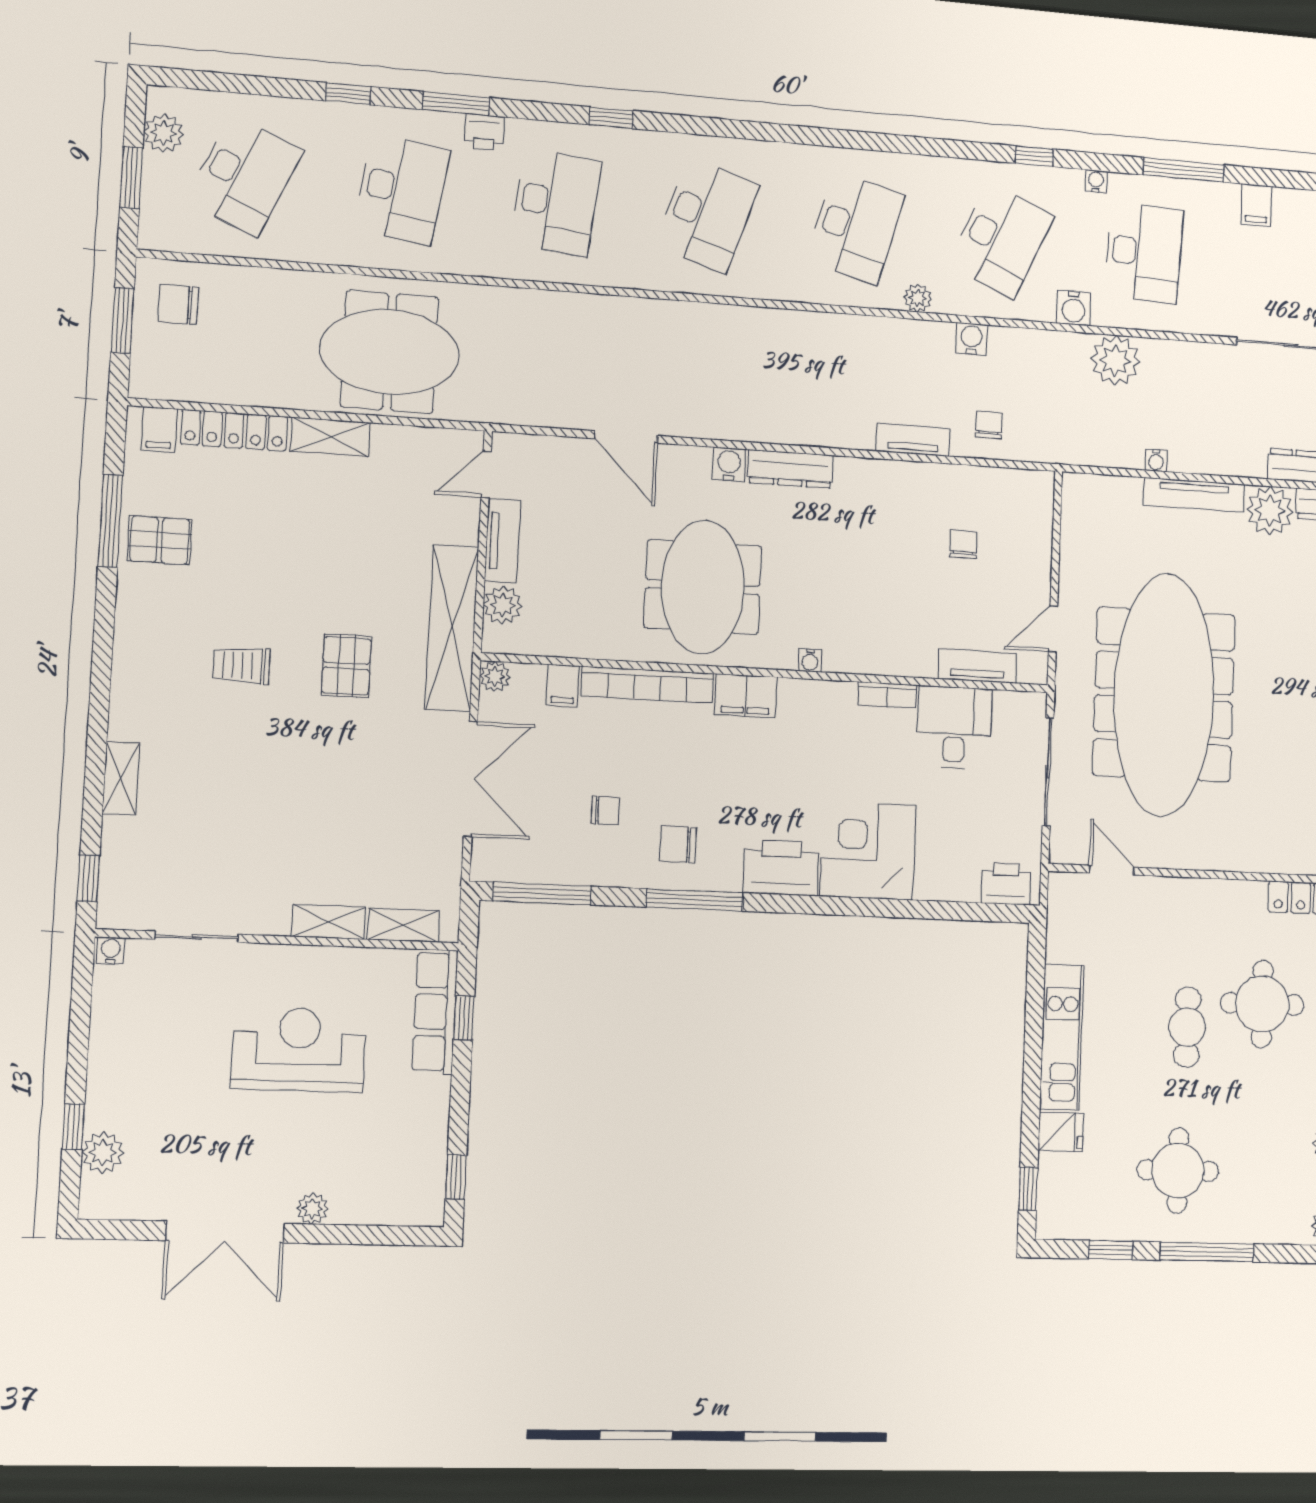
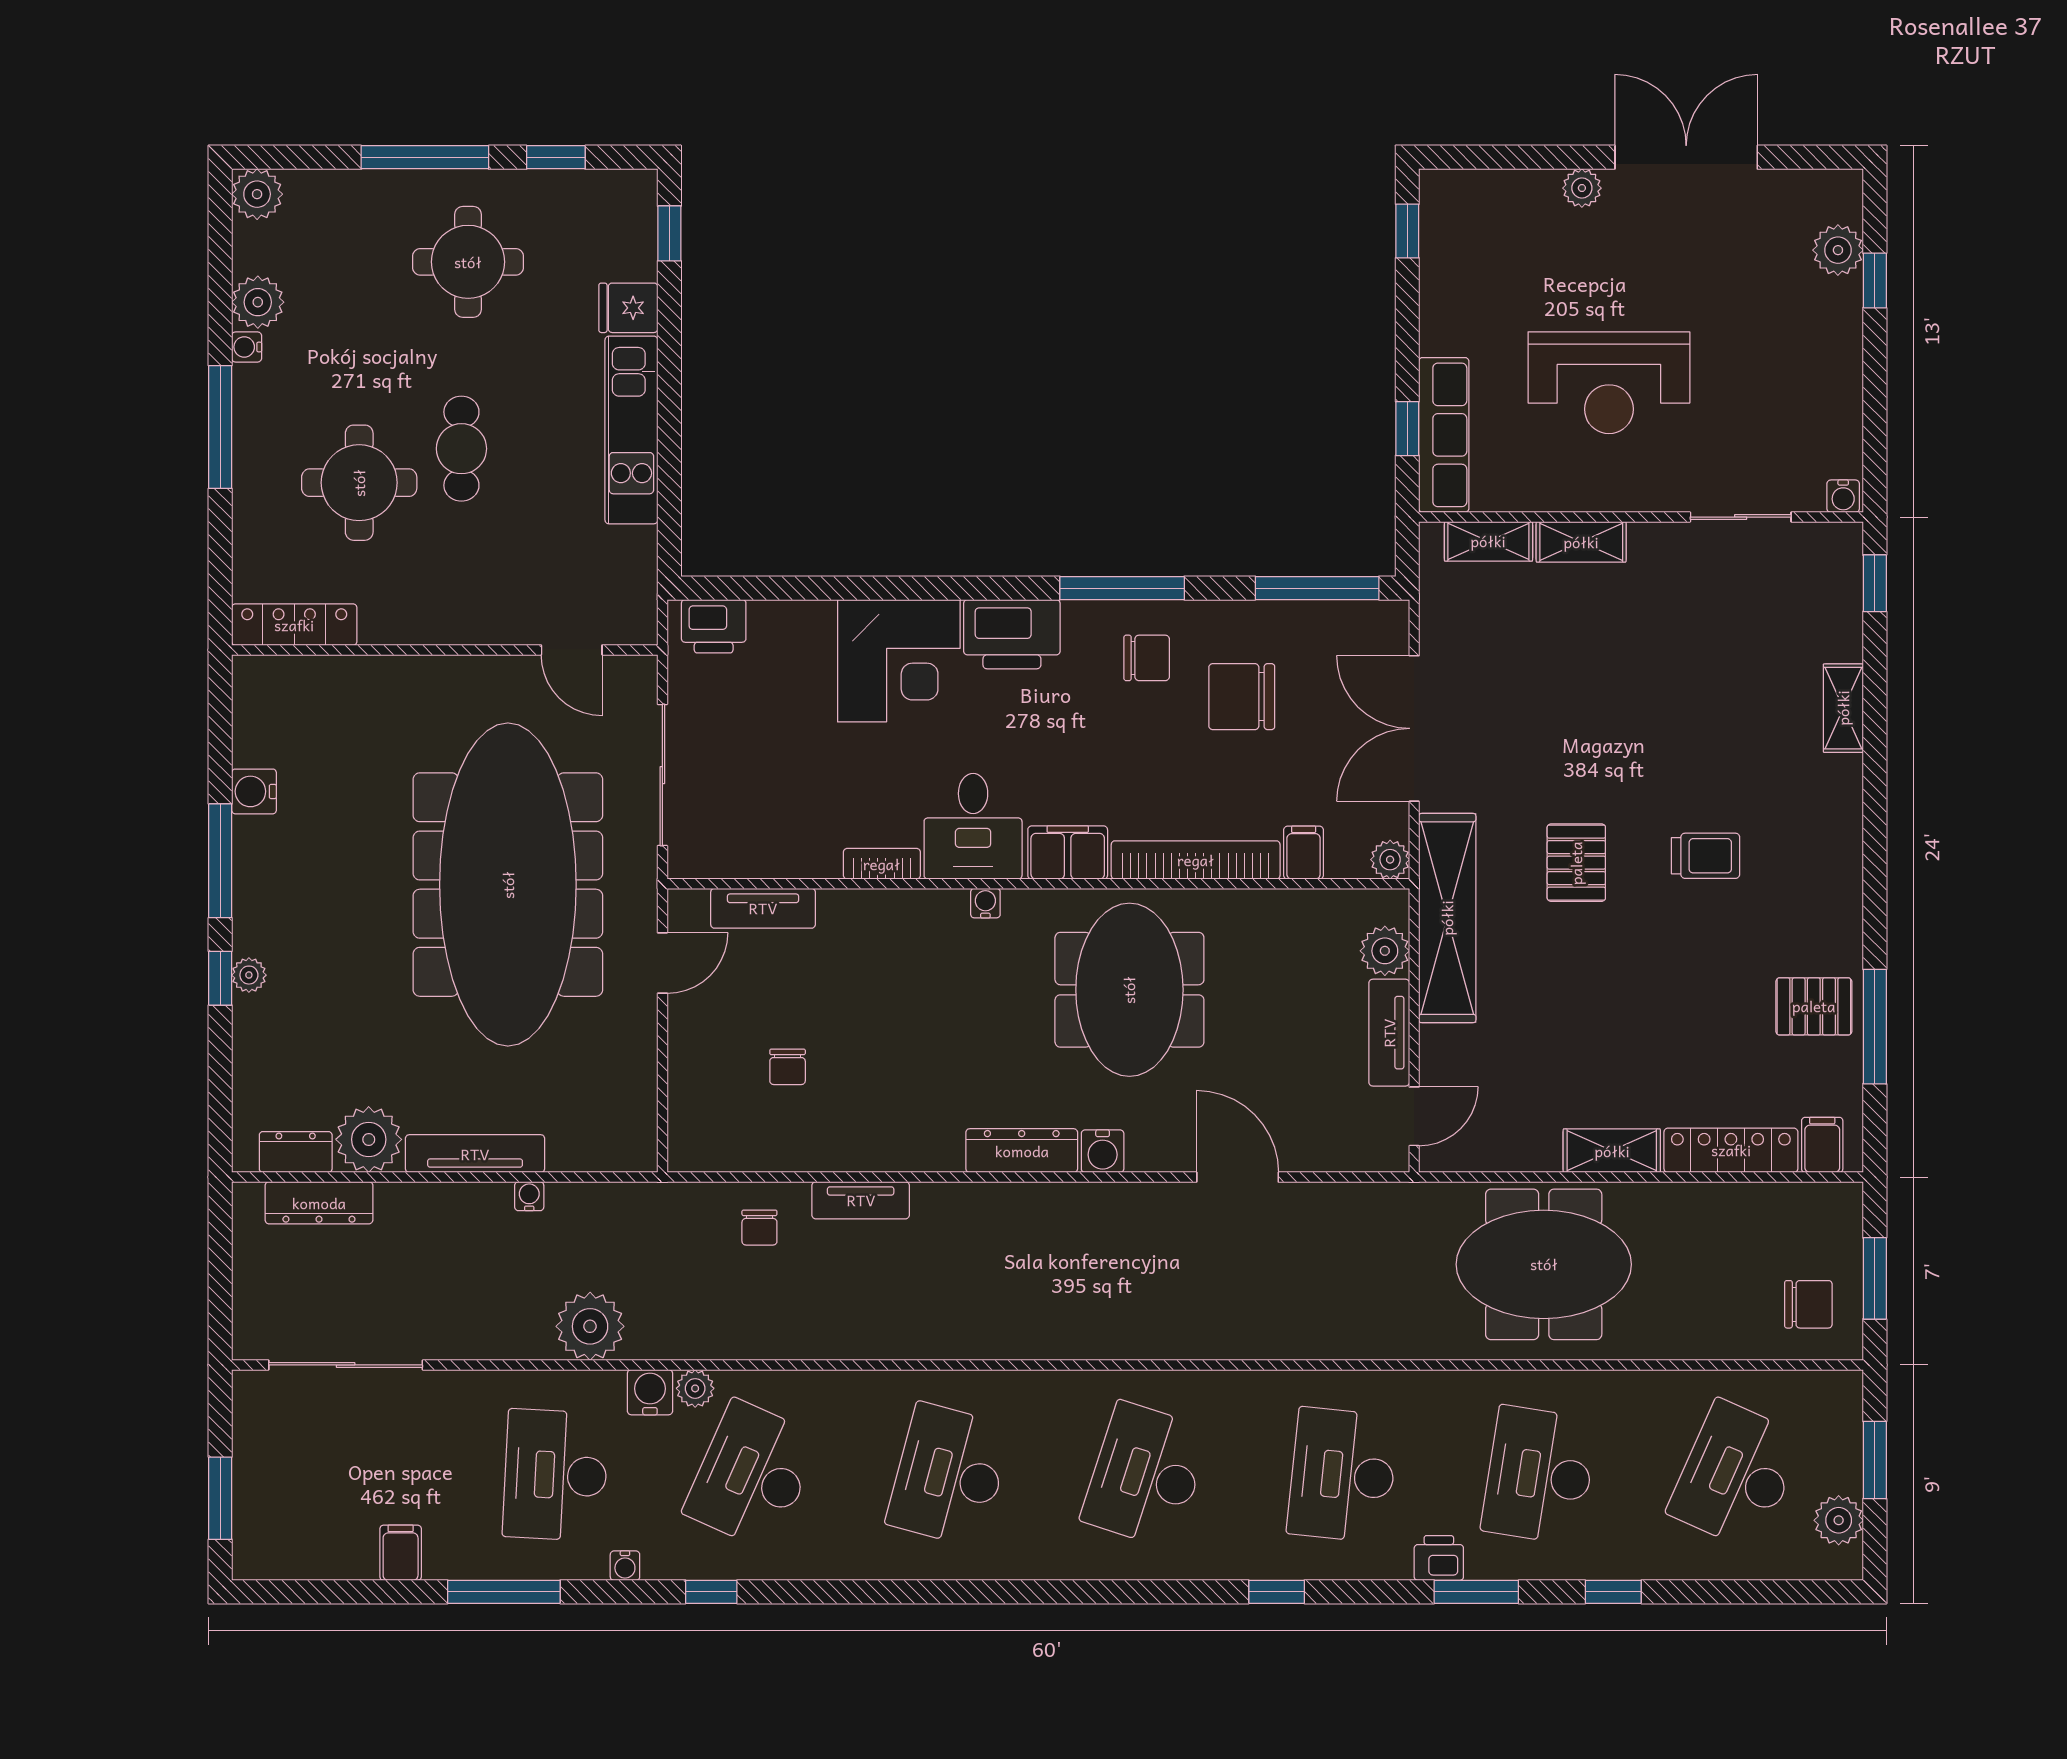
plant: (918, 298) -> (695, 1388), moved
water cooler: (971, 339) -> (787, 1340), removed
desk: (954, 727) -> (973, 826), moved
chair: (605, 811) -> (1242, 697), width x1.87, depth x1.87

